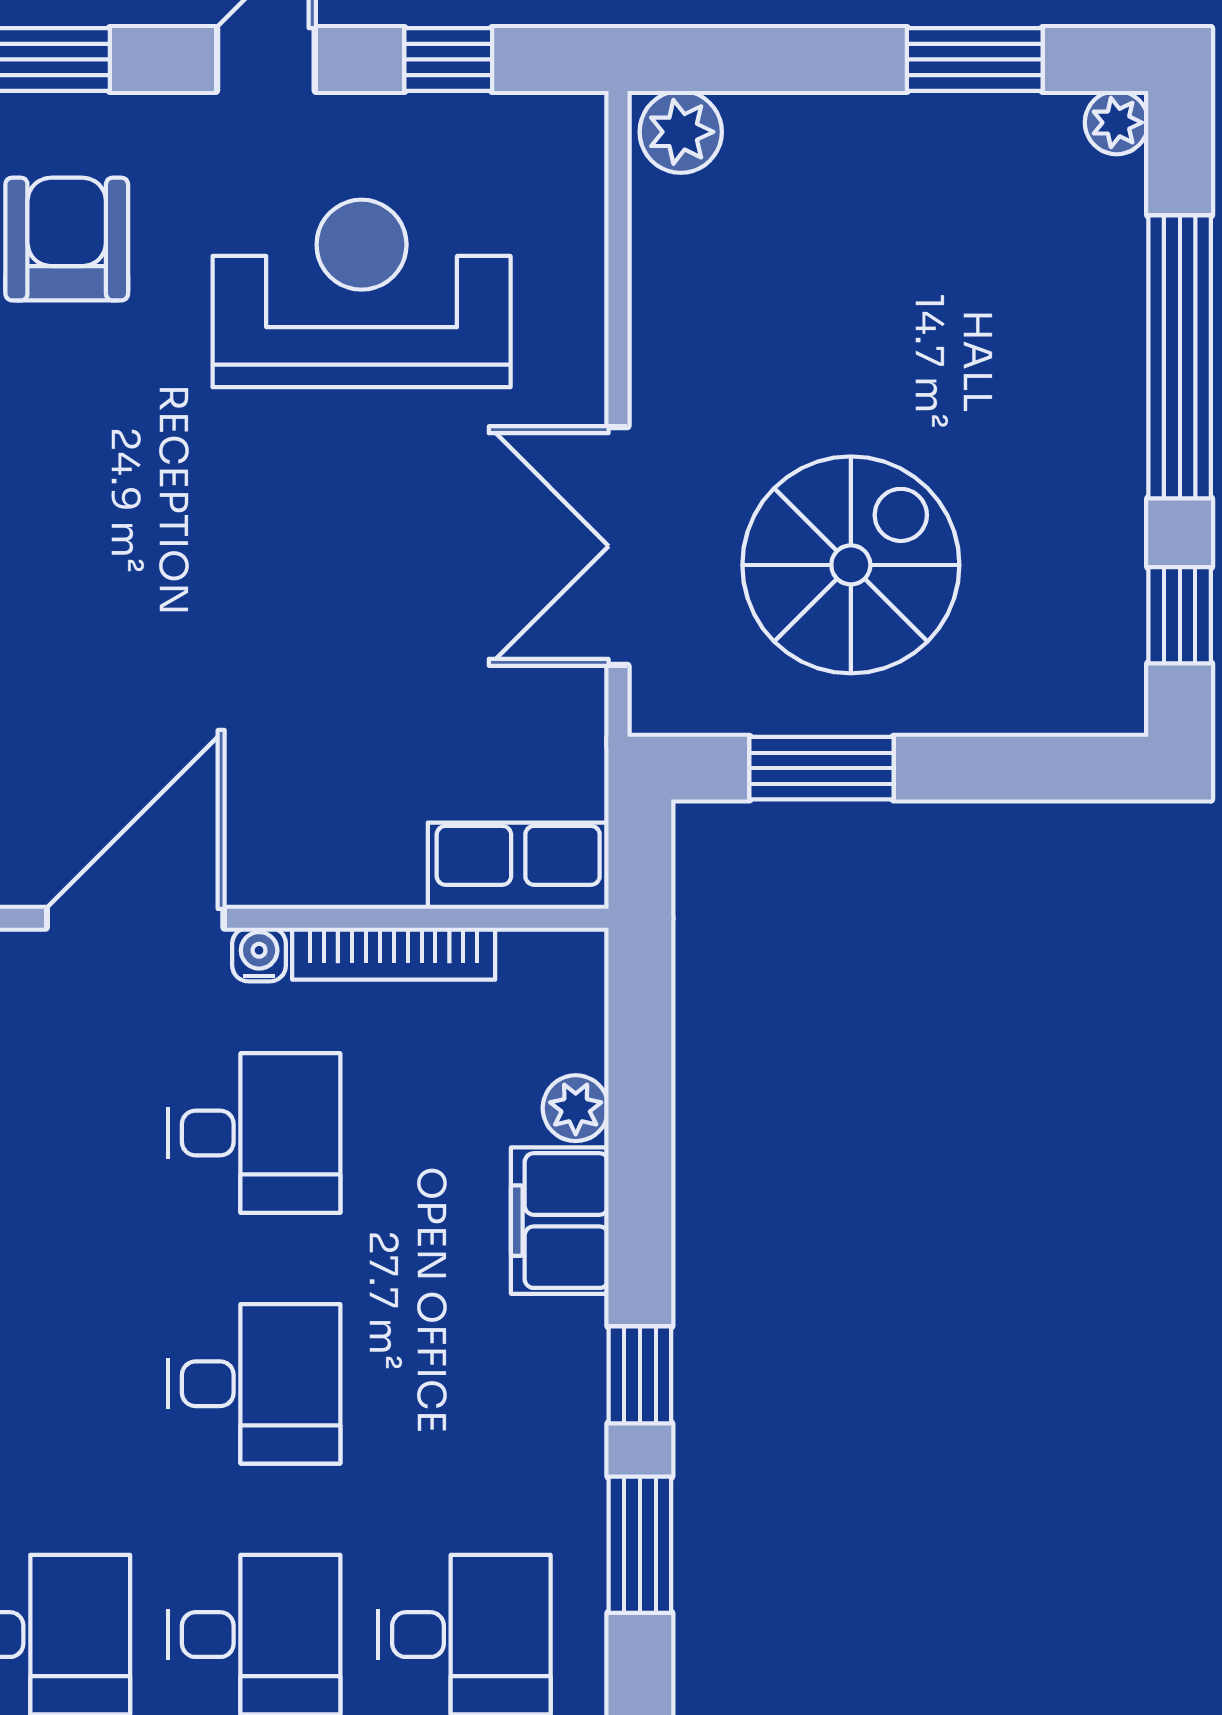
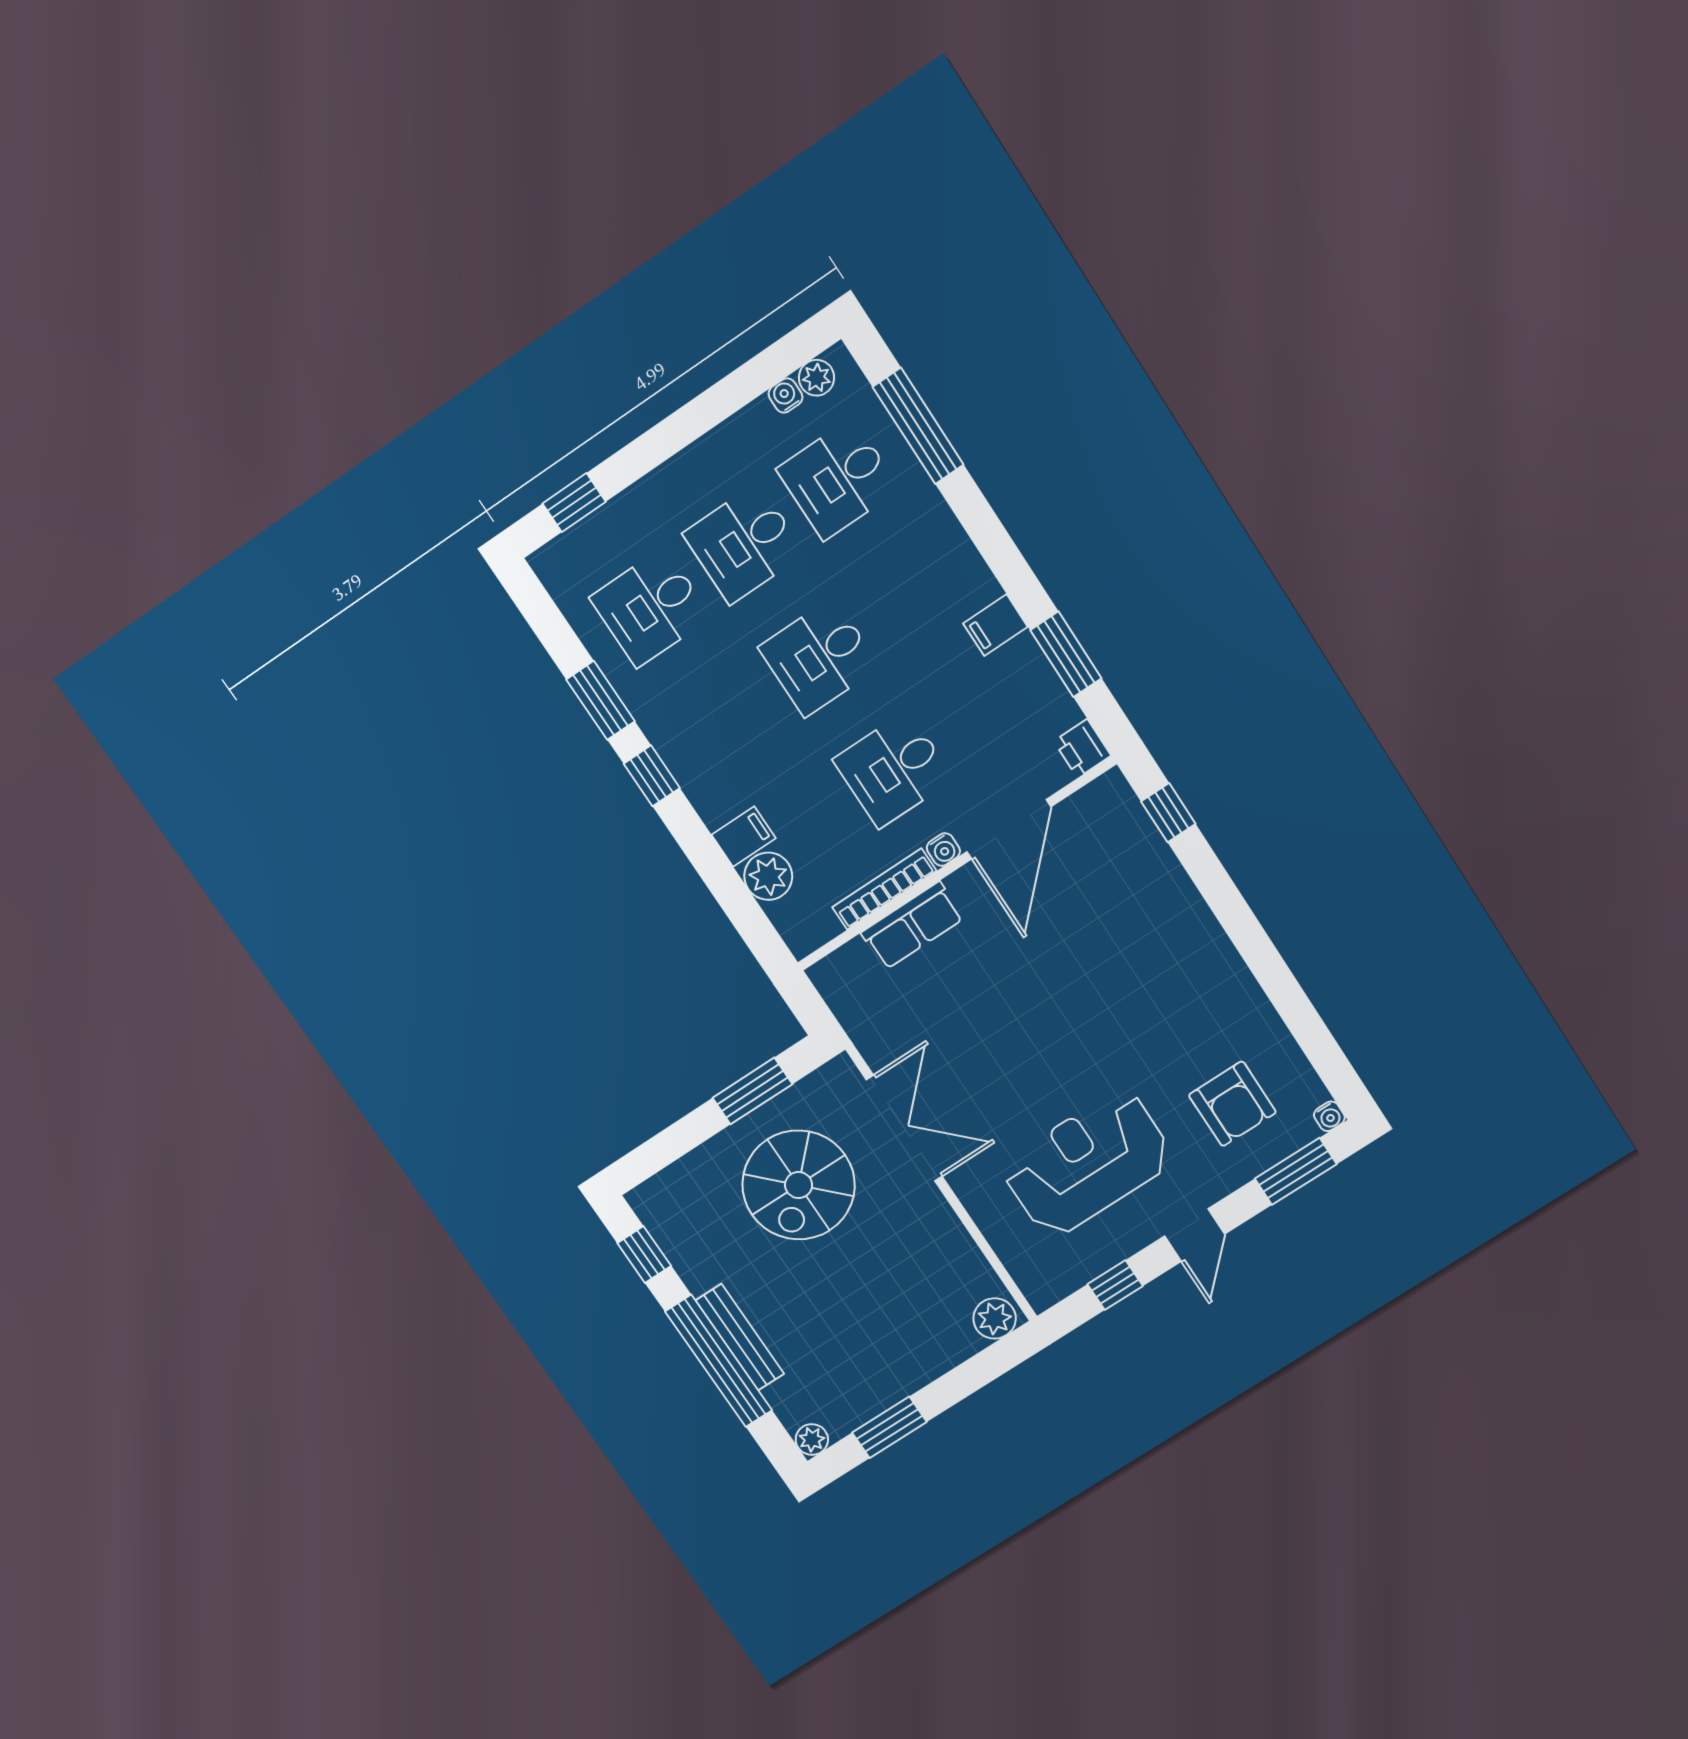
reception desk: (362, 293) -> (1087, 1163), turned 180
bench: (1118, 374) -> (740, 1337), added
row of seats: (518, 866) -> (912, 926), moved
plant: (576, 1108) -> (768, 876), width x1.38, depth x1.38
filing cabinet: (560, 1221) -> (744, 837), width x0.50

